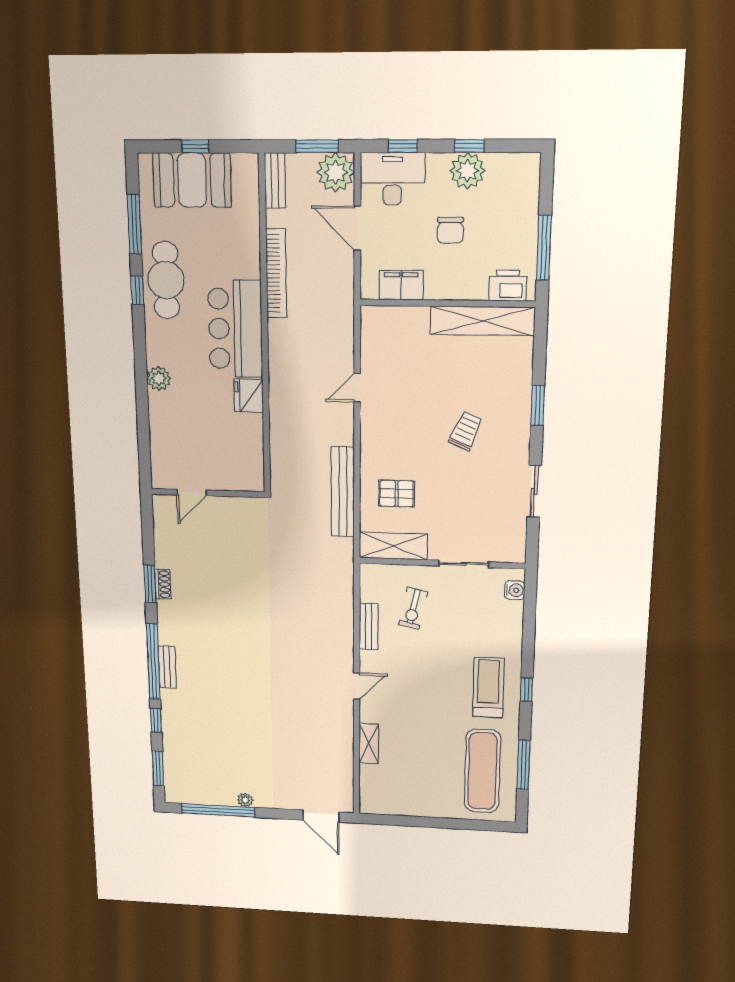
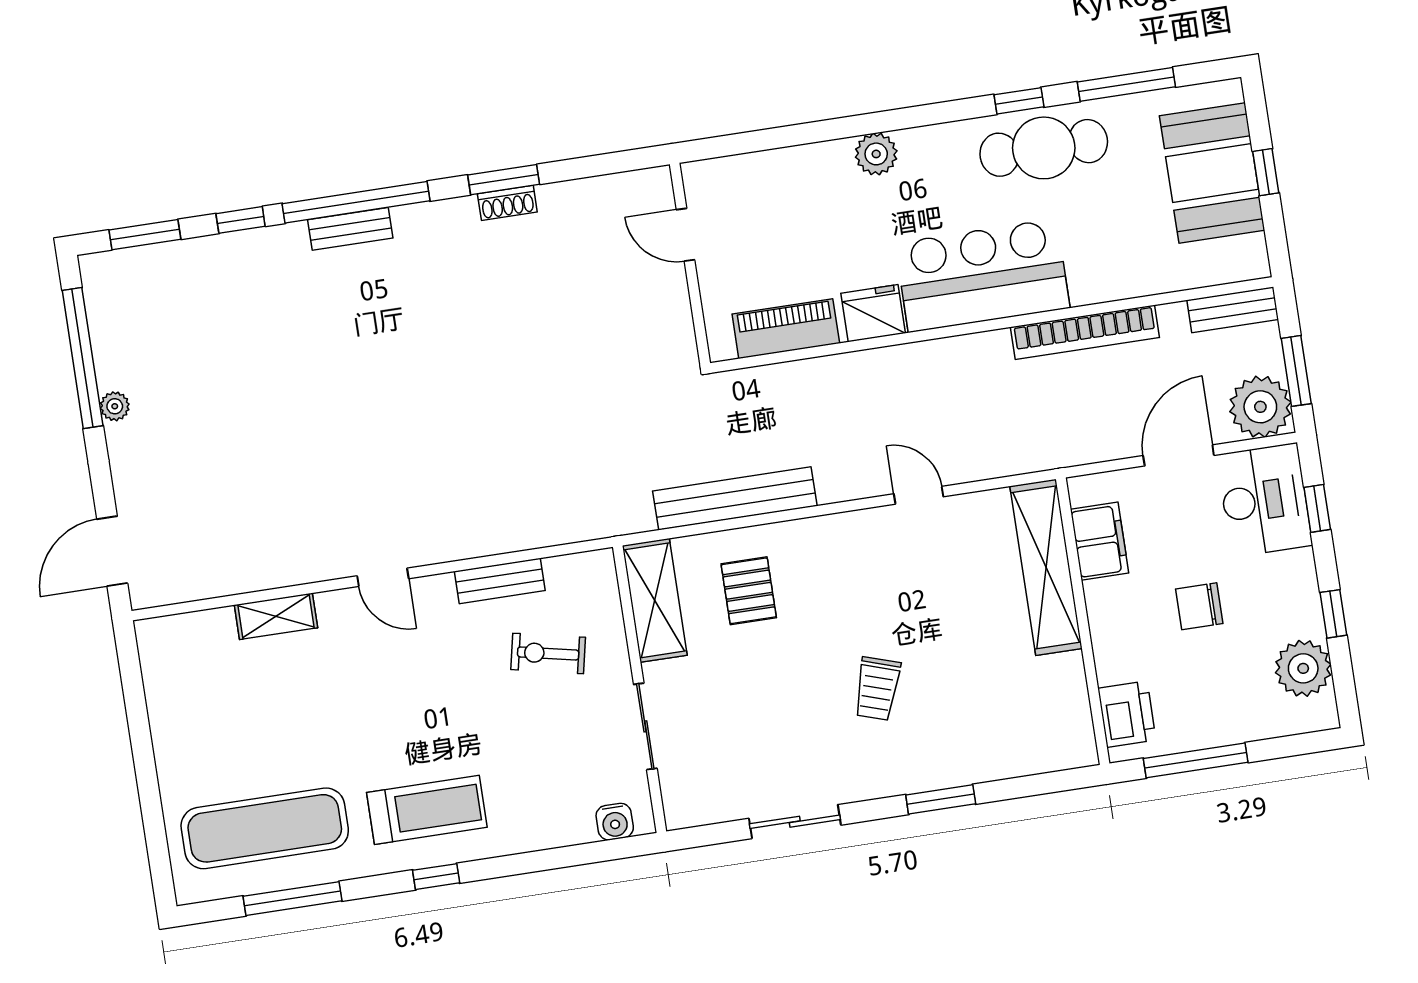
plant: (468, 171) -> (1303, 668), moved
shelving: (483, 321) -> (1046, 567), moved
trolley: (466, 431) -> (877, 689), turned 85
piano: (251, 447) -> (786, 329), added

